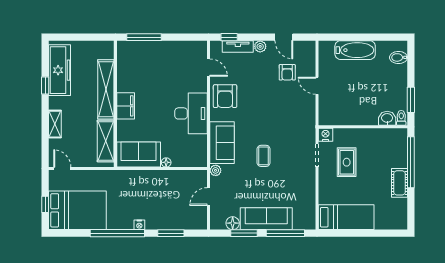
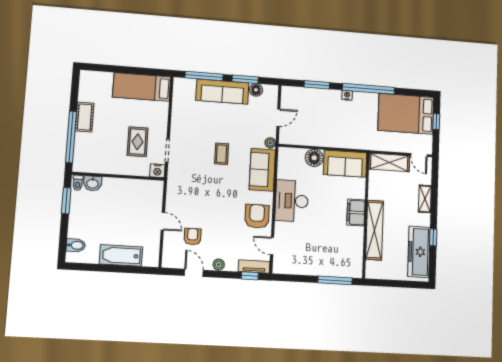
tv unit: (238, 47) -> (254, 266), moved
shelving: (106, 141) -> (389, 162), moved, turned 90
floor lamp: (166, 162) -> (314, 158), width x1.89, depth x1.89

